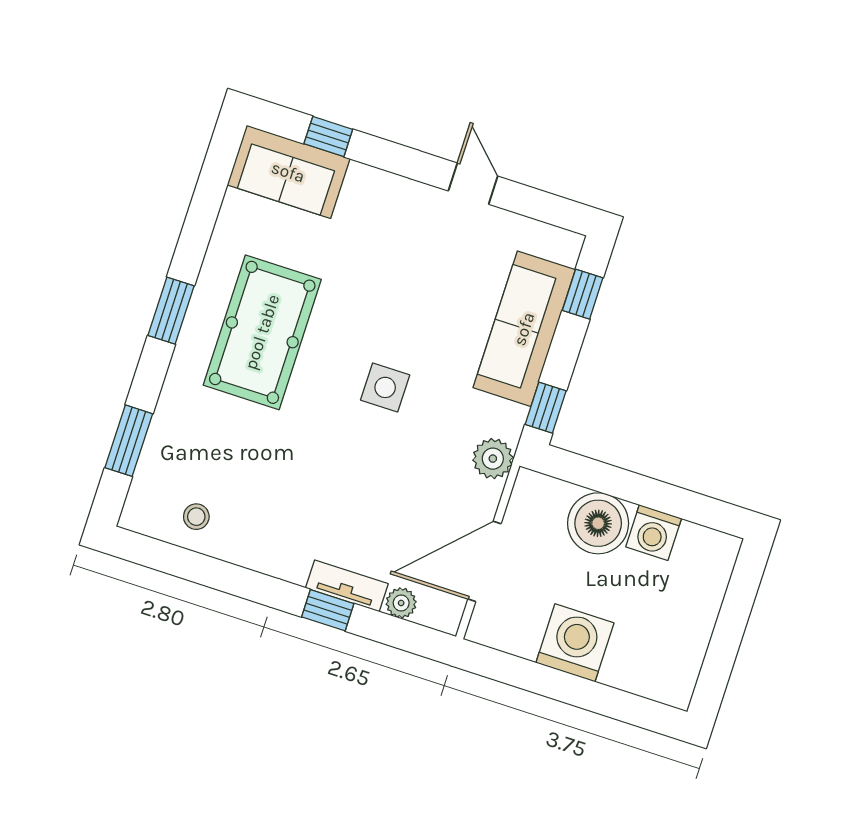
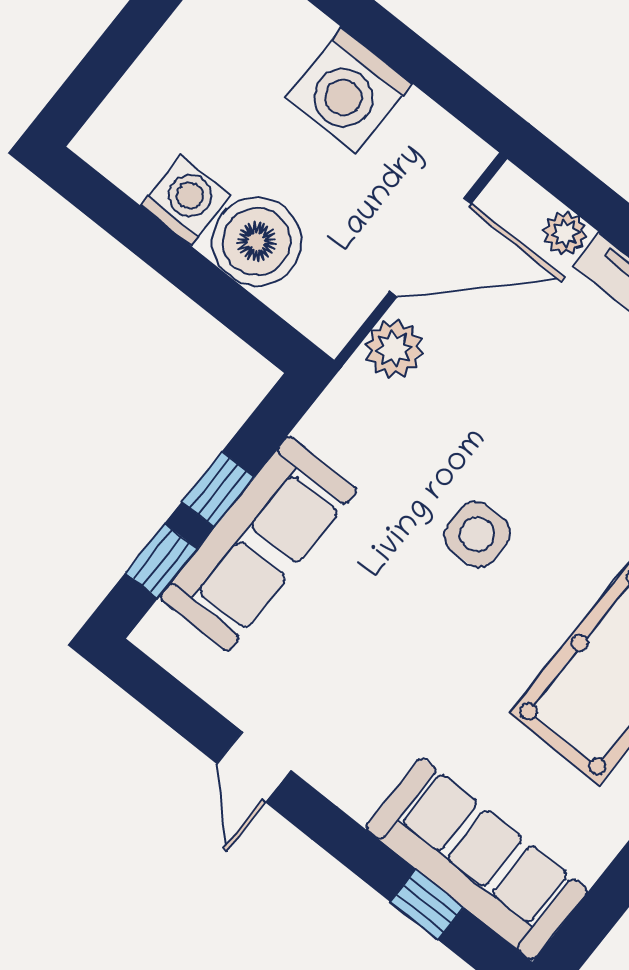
sofa: (288, 172) -> (477, 859), width x1.36
window: (546, 408) -> (218, 489), moved
plant: (493, 459) -> (394, 349), moved

